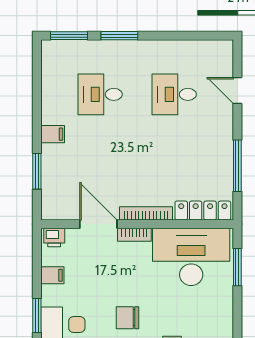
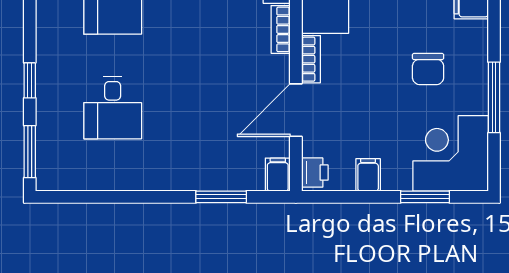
window: (119, 36) -> (30, 80), width x0.67
filing cabinet: (53, 134) -> (278, 175), moved
bookcase: (146, 213) -> (281, 29), width x0.64

